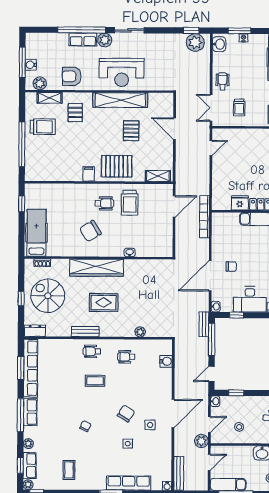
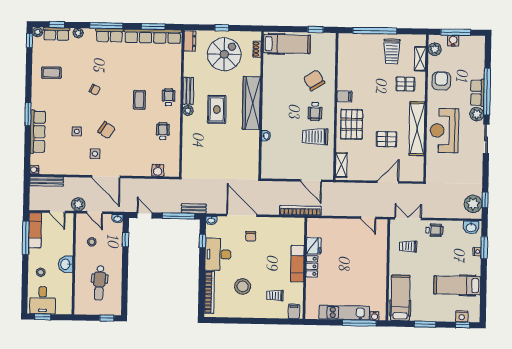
chair: (90, 231) -> (314, 80), moved
plant: (140, 332) -> (188, 110), moved

